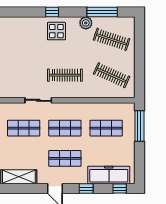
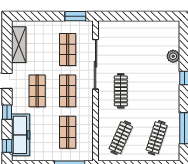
plant: (86, 23) -> (173, 56), moved
display table: (56, 31) -> (165, 82), removed
sliding door: (38, 100) -> (96, 64), width x1.86

